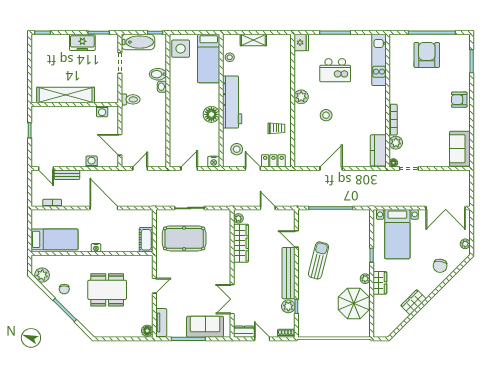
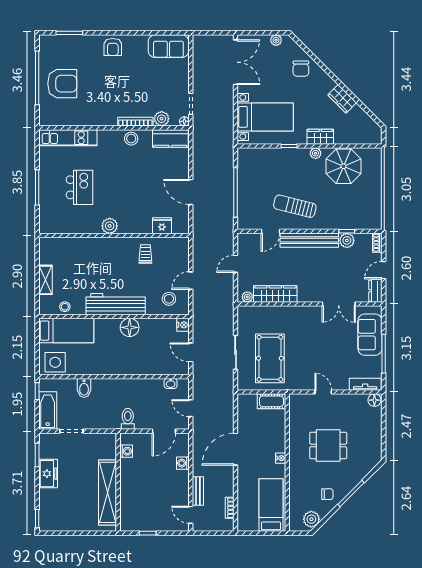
fridge: (301, 42) -> (162, 226), moved
armchair: (427, 55) -> (62, 84), turned 180
washbasin: (162, 87) -> (171, 383), moved
toilet: (131, 99) -> (128, 419), moved
stool: (326, 115) -> (131, 139), moved
locker: (273, 161) -> (182, 257), removed
door: (46, 168) -> (191, 515), swing flipped
chair: (440, 266) -> (301, 69), turned 81
dining table: (107, 290) -> (328, 445), width x0.73

